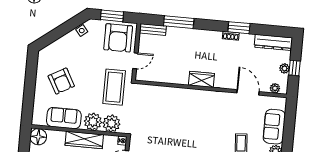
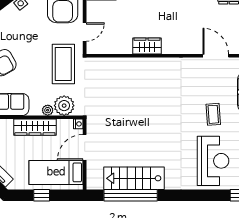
wardrobe: (201, 79) -> (147, 46), moved
plant: (93, 122) -> (48, 110), width x0.53, depth x0.53

